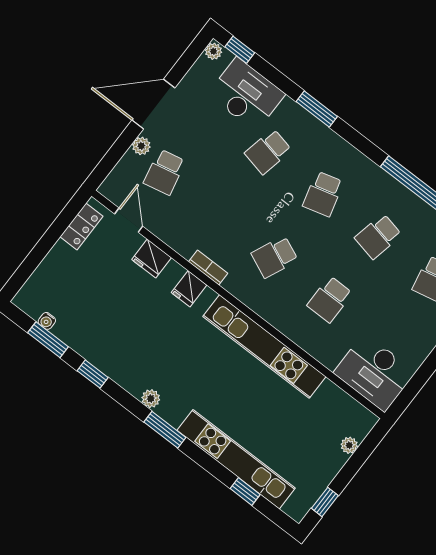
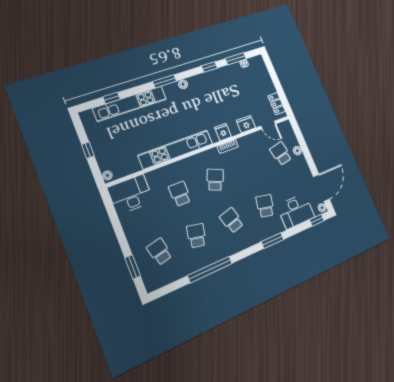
door: (153, 104) -> (321, 188), moved
plant: (349, 445) -> (107, 175), moved
window: (325, 502) -> (88, 150), moved

